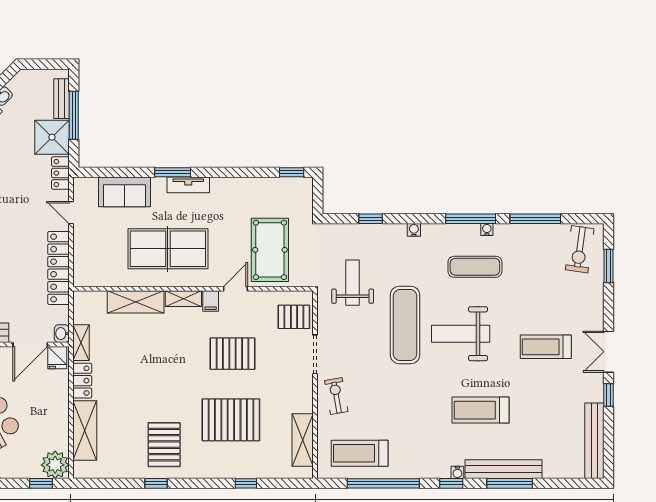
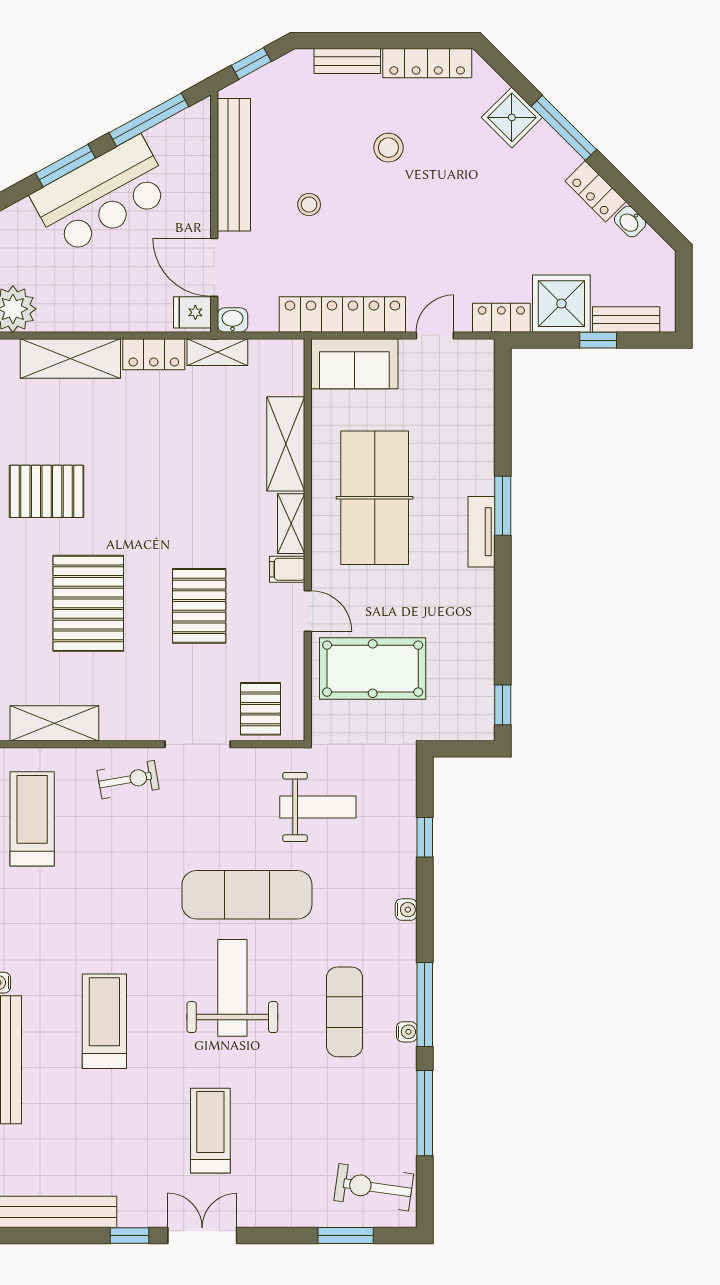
window: (74, 115) -> (598, 340), width x0.46
sofa: (125, 192) -> (354, 364), moved, turned -90

